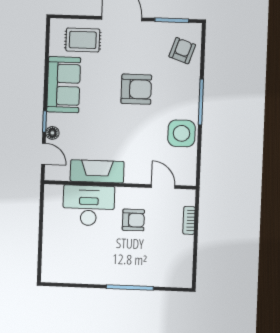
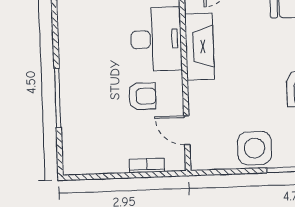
door: (163, 187) -> (187, 130), swing flipped
armchair: (133, 220) -> (142, 96), turned -90

